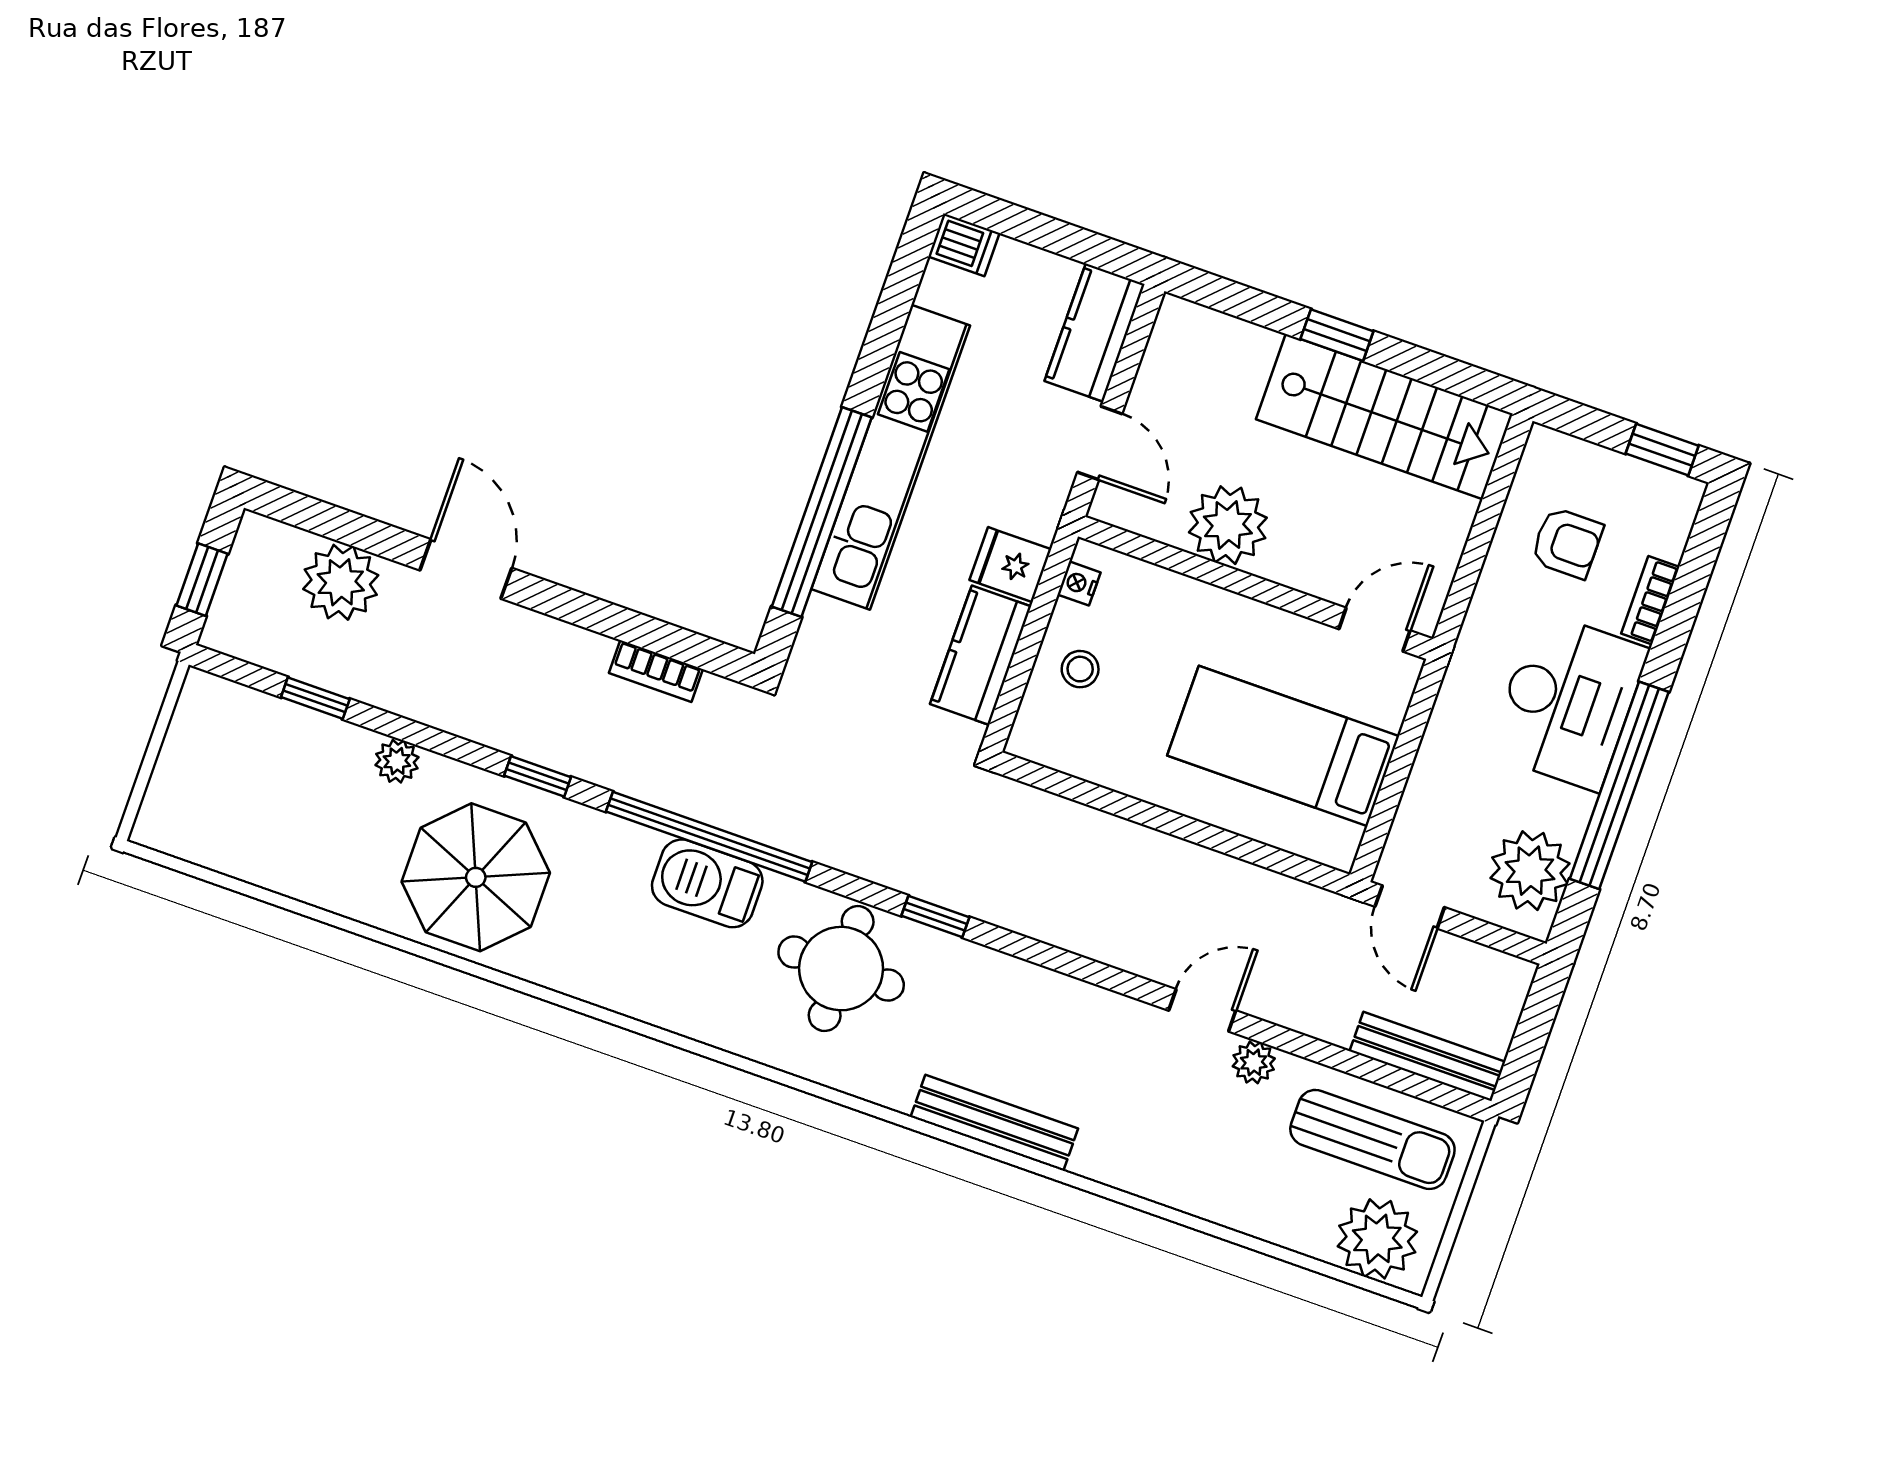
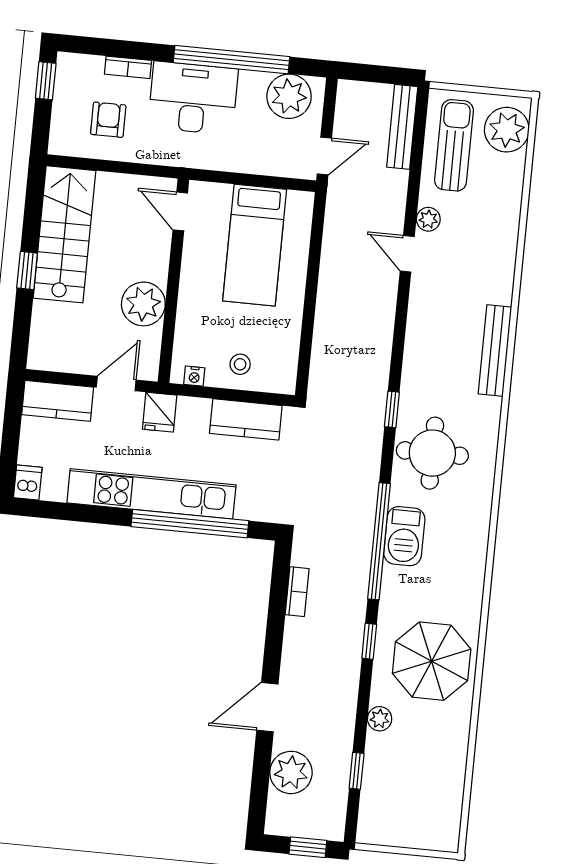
fridge: (1010, 565) -> (160, 412), moved

